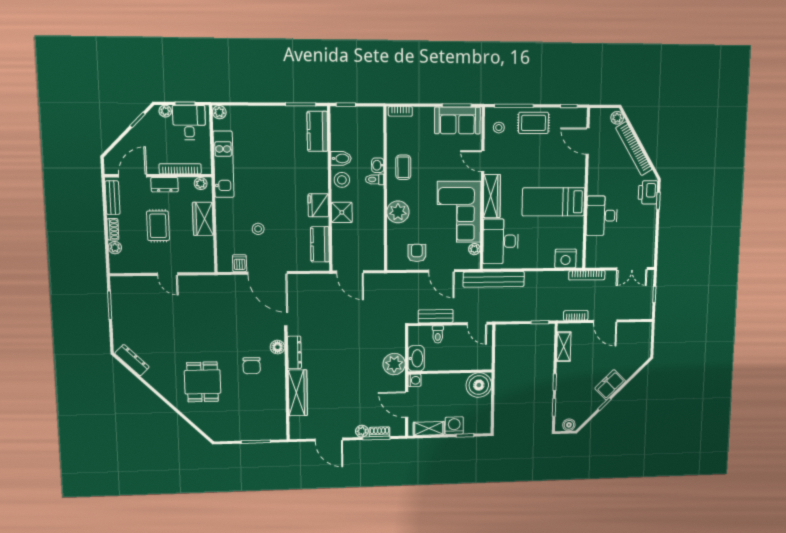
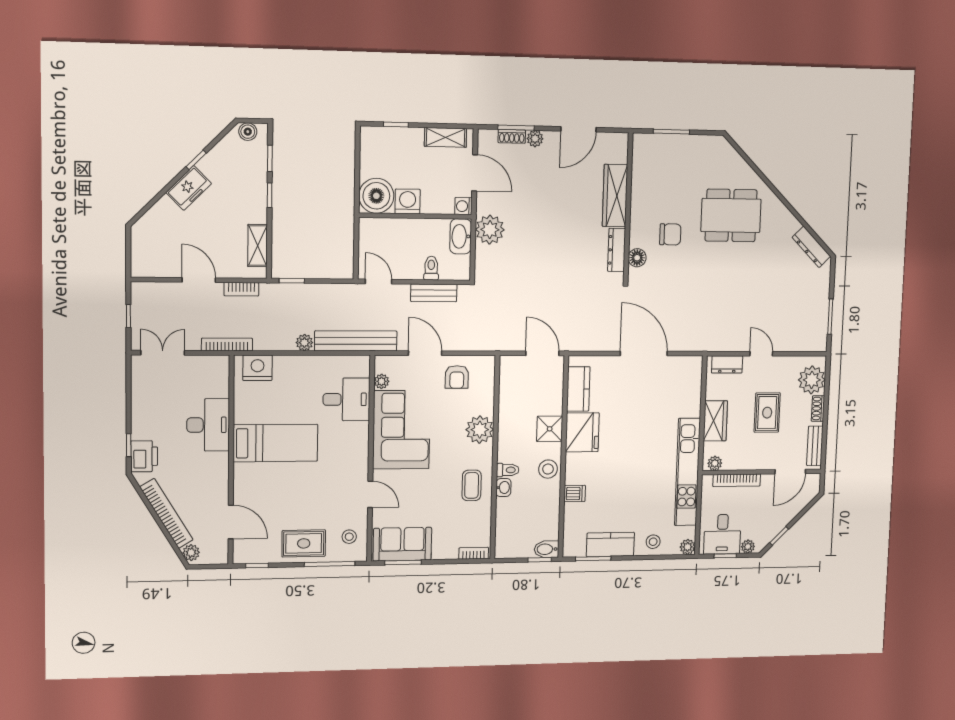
kitchen counter: (317, 131) -> (610, 544), moved, turned -90
bidet: (341, 158) -> (547, 549), moved
kitchen unit: (224, 164) -> (687, 472), width x1.36
dresser: (165, 185) -> (727, 364), moved, turned 180
wardrobe: (492, 196) -> (358, 450), removed
fridge: (318, 205) -> (582, 432), width x1.36, depth x1.34
stool: (258, 229) -> (653, 542), moved
desk: (501, 241) -> (346, 399), width x0.73
plant: (115, 248) -> (812, 380), width x1.87, depth x1.87
dishwasher: (240, 263) -> (575, 494), moved, turned -90
plant: (531, 278) -> (304, 343), added
chair: (252, 366) -> (670, 234), turned 90
dining table: (203, 382) -> (731, 215), width x1.38
washing machine: (454, 426) -> (408, 201), moved, turned 180
door: (329, 440) -> (578, 129), swing flipped

